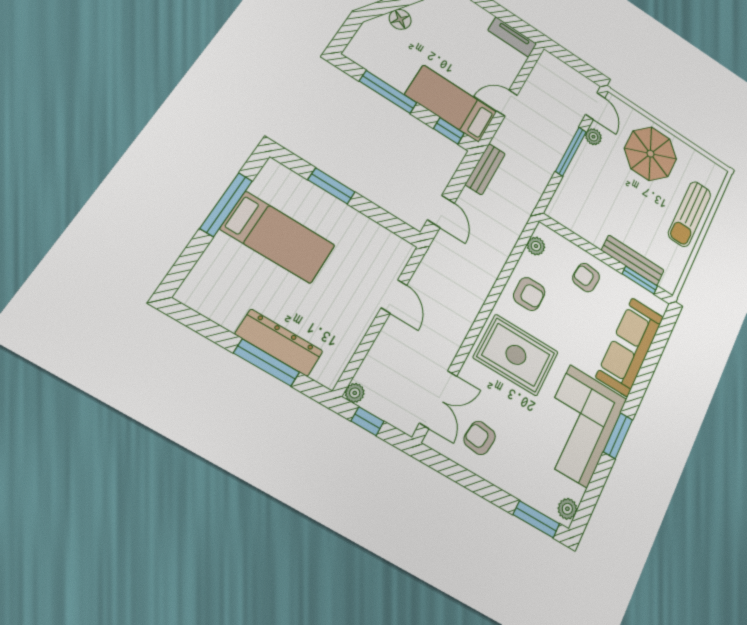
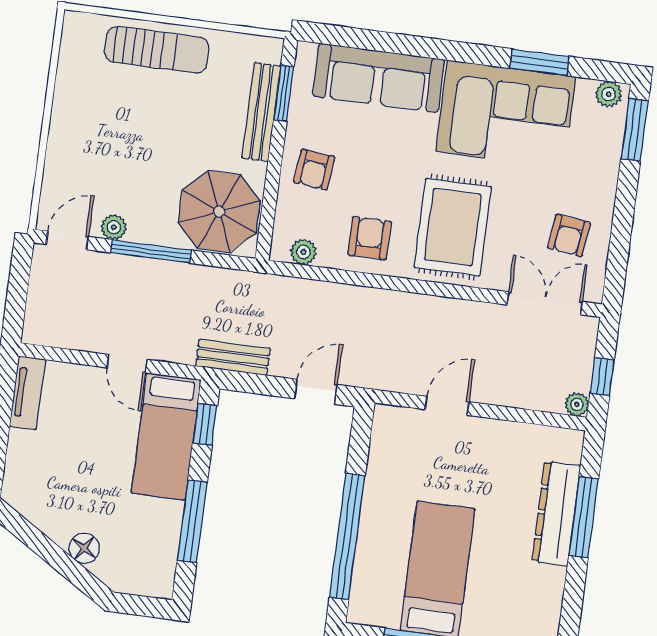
parasol: (650, 154) -> (219, 212), moved
window: (331, 186) -> (347, 536), width x2.11
window: (618, 436) -> (540, 62), moved

